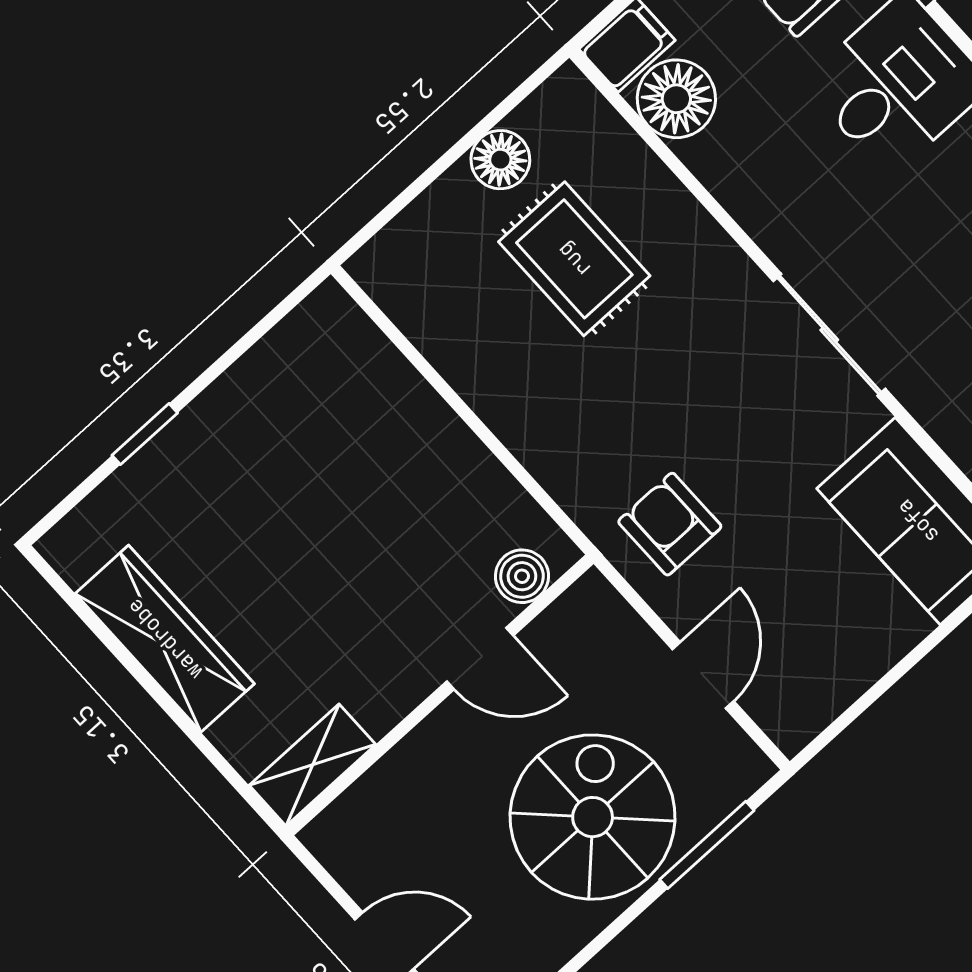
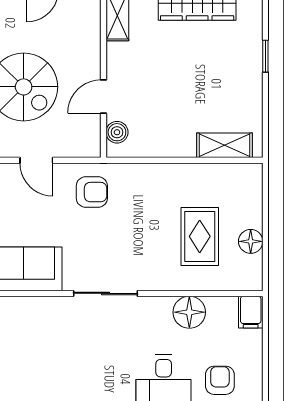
floor lamp: (676, 99) -> (189, 312), moved
rug: (574, 259) -> (200, 236), turned 90
shelving: (371, 363) -> (224, 145), added

